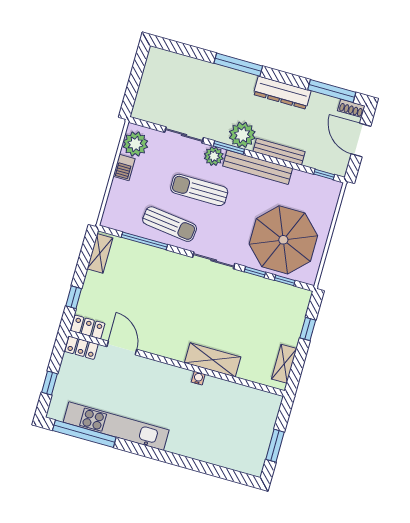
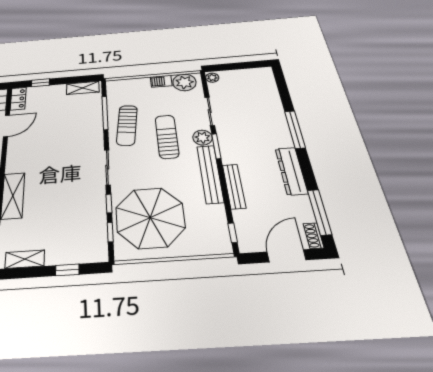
plant: (242, 135) -> (212, 78), moved, width x0.53, depth x0.53

